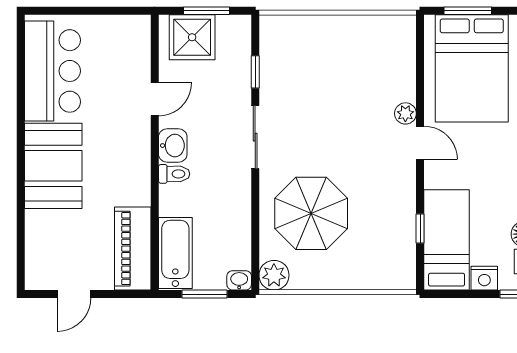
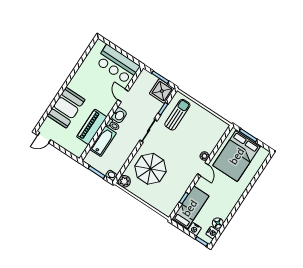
shower: (192, 37) -> (162, 91), moved
sun lounger: (293, 65) -> (177, 115), added
bar counter: (52, 71) -> (118, 64), moved, turned 90
door: (155, 99) -> (123, 96), swing flipped
booth: (53, 166) -> (66, 108), moved
piano: (133, 249) -> (92, 127), moved
bathtub: (175, 253) -> (103, 141), moved
door: (74, 294) -> (44, 138), moved

